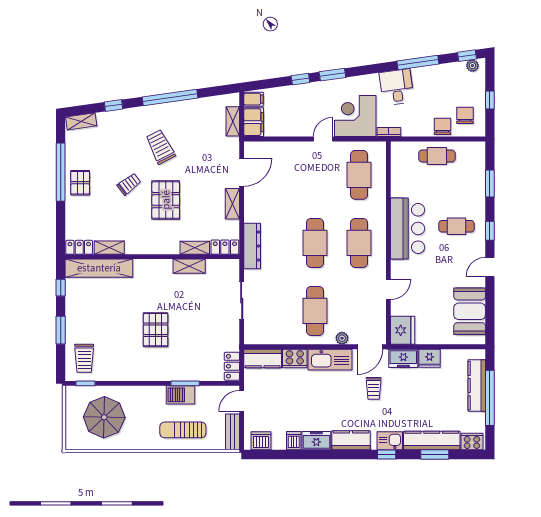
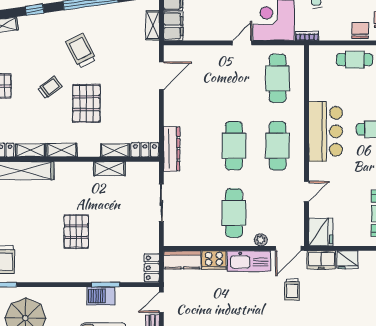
shelving: (232, 204) -> (62, 150), moved, turned 90

